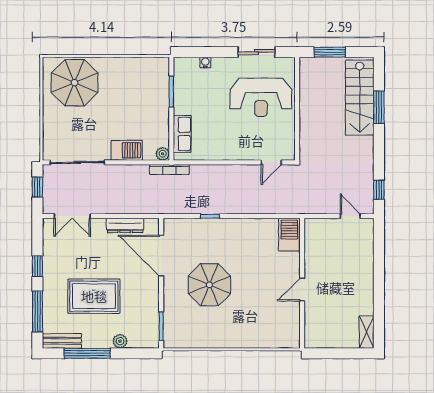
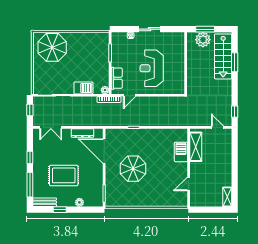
sliding door: (256, 52) -> (150, 29), moved
plant: (326, 70) -> (203, 40), added
reception desk: (261, 97) -> (152, 68), moved, turned 90
door: (271, 162) -> (130, 95), moved
barbecue: (289, 235) -> (181, 152), moved
shelving: (314, 248) -> (196, 147), added
door: (302, 290) -> (189, 184), moved
window: (87, 353) -> (60, 210), width x0.46

